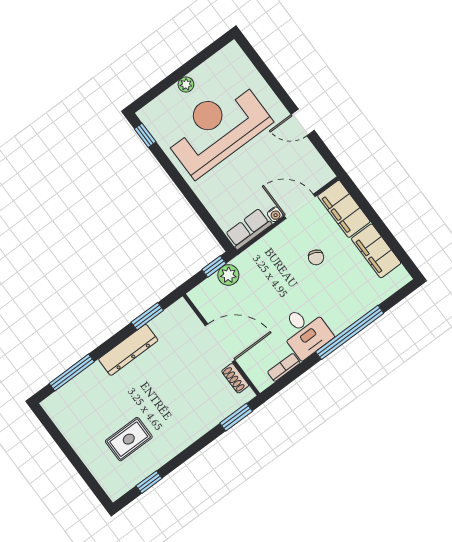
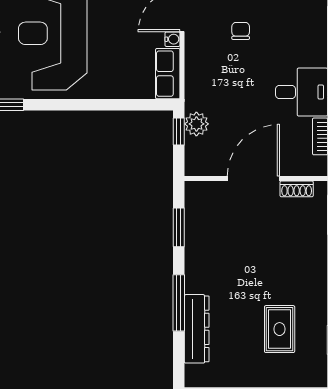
chair: (316, 257) -> (241, 31), turned -116
dresser: (128, 350) -> (197, 329), moved
window: (72, 373) -> (179, 303), moved

